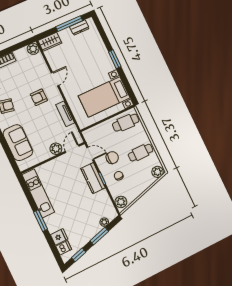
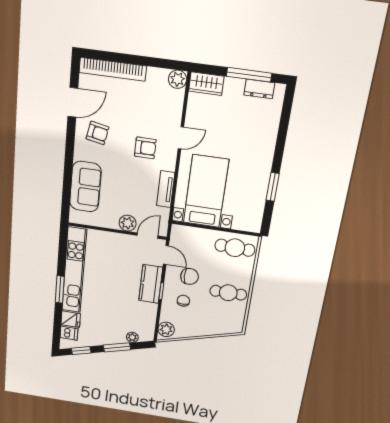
window: (115, 59) -> (273, 187), moved
armchair: (39, 97) -> (145, 148), turned 180
bed with nightstands: (104, 97) -> (206, 191), moved, turned 90
plant: (158, 172) -> (233, 326), removed
kitchen unit: (38, 193) -> (74, 270), width x1.36

